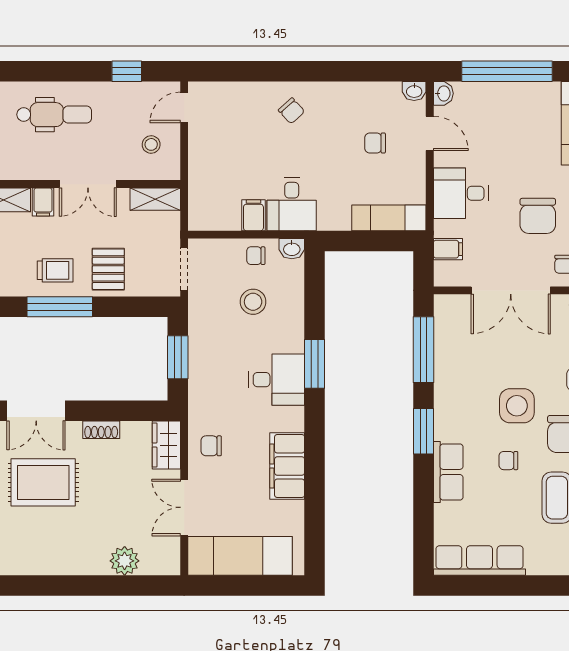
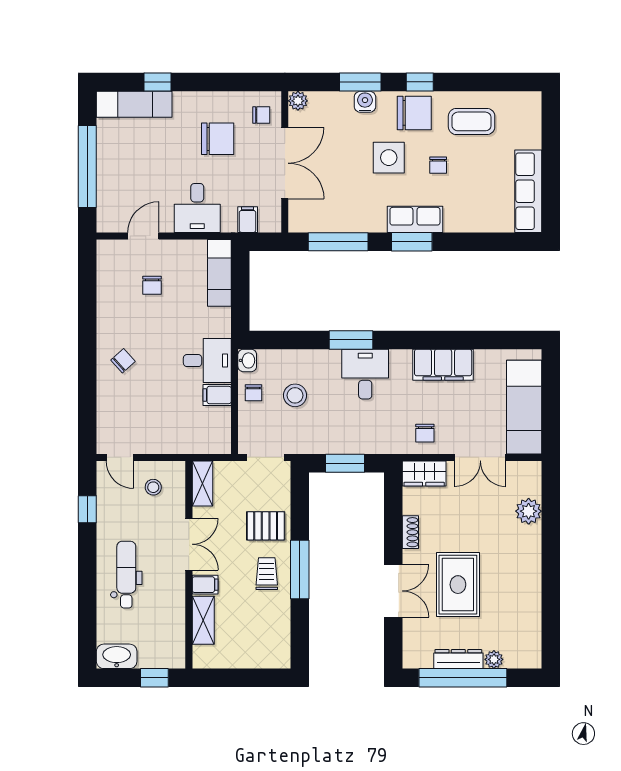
washbasin: (414, 91) -> (105, 250), removed
washbasin: (443, 93) -> (107, 224), removed
row of seats: (448, 472) -> (415, 219), moved

